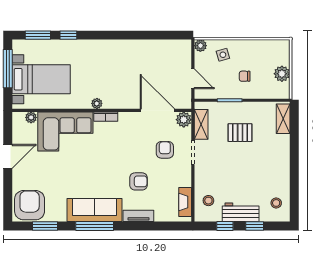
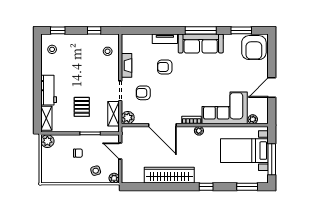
window: (68, 35) -> (206, 187), moved
wardrobe: (133, 49) -> (169, 175), added
plant: (282, 74) -> (47, 141), moved
door: (157, 110) -> (162, 125), moved
pallet: (240, 133) -> (82, 107), turned 90
armchair: (165, 150) -> (143, 93), turned 90
fireplace: (185, 202) -> (127, 65), moved
workbench: (241, 212) -> (49, 90), moved, turned -90
window: (255, 226) -> (58, 30), moved

